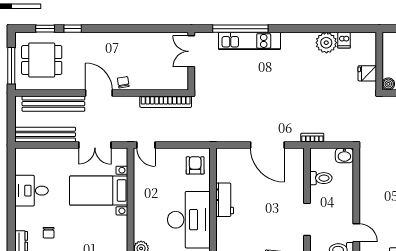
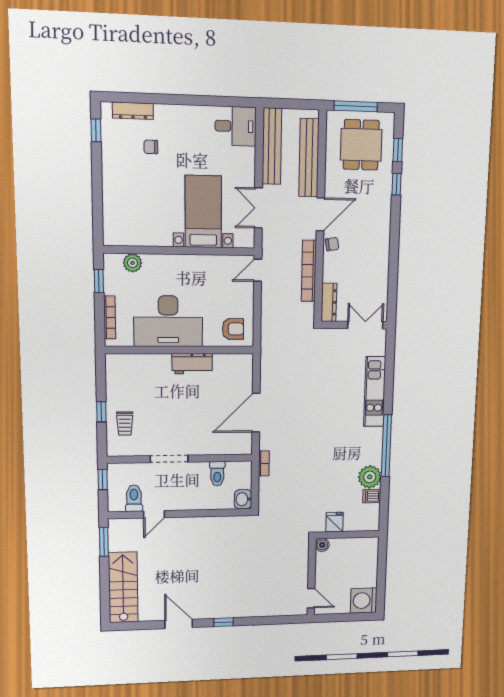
window: (240, 29) -> (386, 446), moved
dresser: (172, 84) -> (329, 302), added
bookcase: (166, 102) -> (309, 271), moved
desk: (32, 191) -> (236, 126), moved, turned 90

